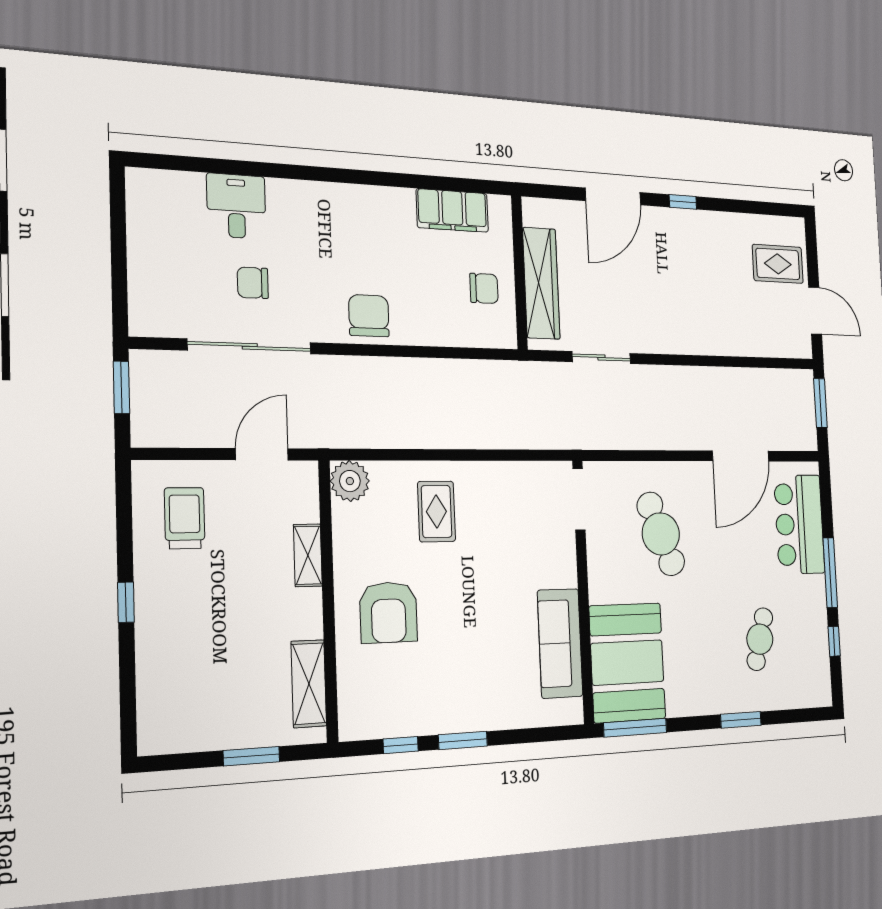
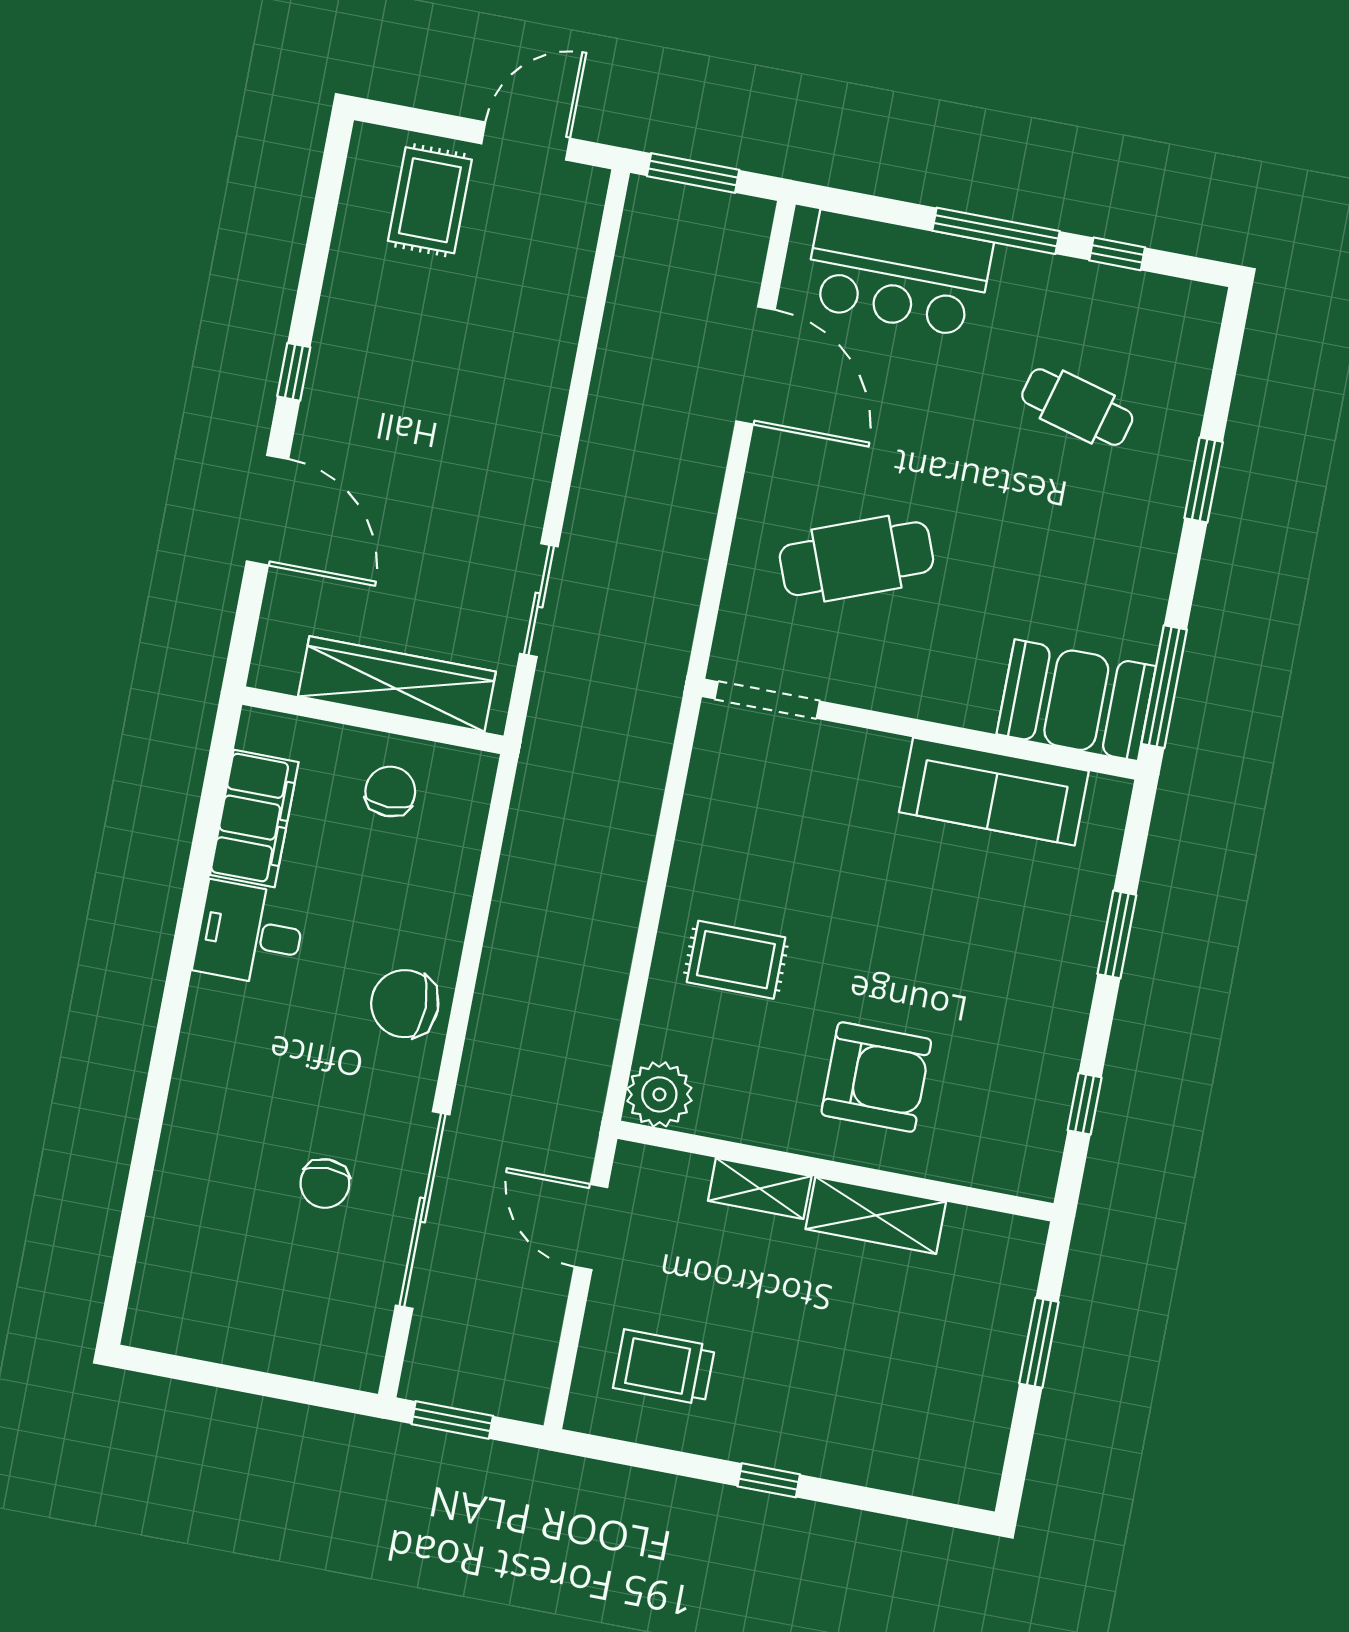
desk: (236, 206) -> (250, 934), moved
booth: (627, 663) -> (1076, 700), width x0.73, depth x0.70
shelving: (309, 684) -> (876, 1215), moved
window: (463, 740) -> (1117, 934), moved

